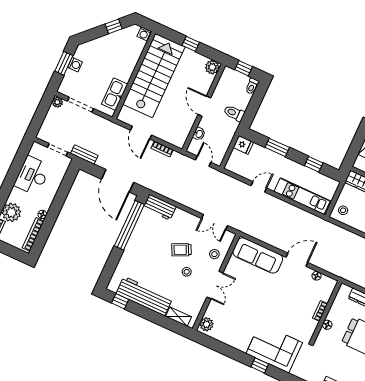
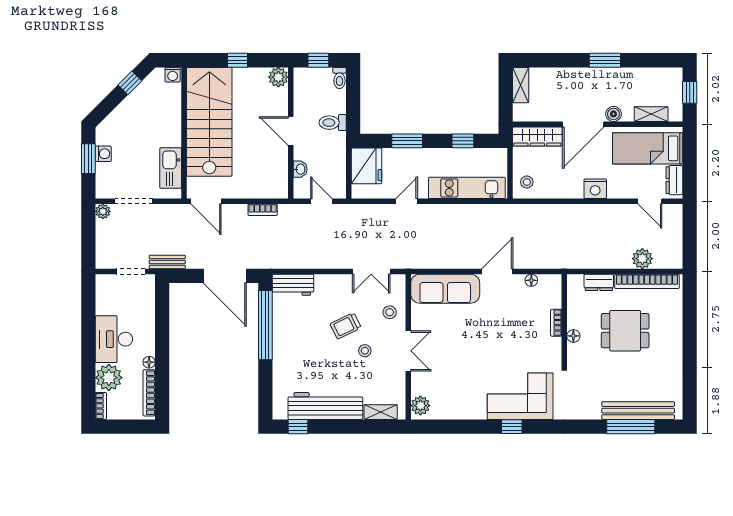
door: (141, 133) -> (206, 201), moved
fridge: (243, 145) -> (367, 166), width x1.88, depth x1.34
desk: (32, 176) -> (114, 339), moved

